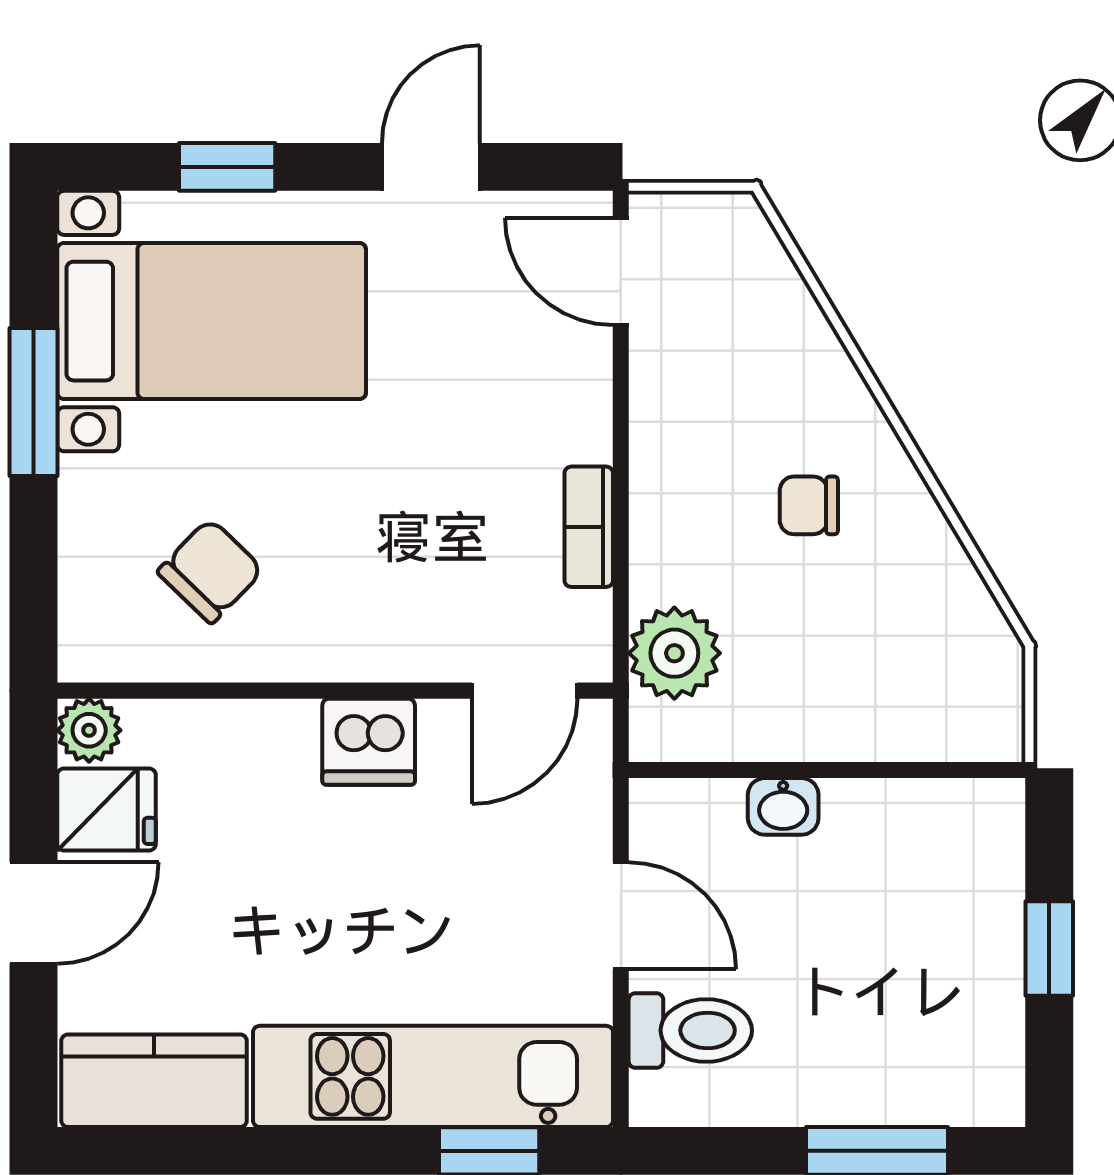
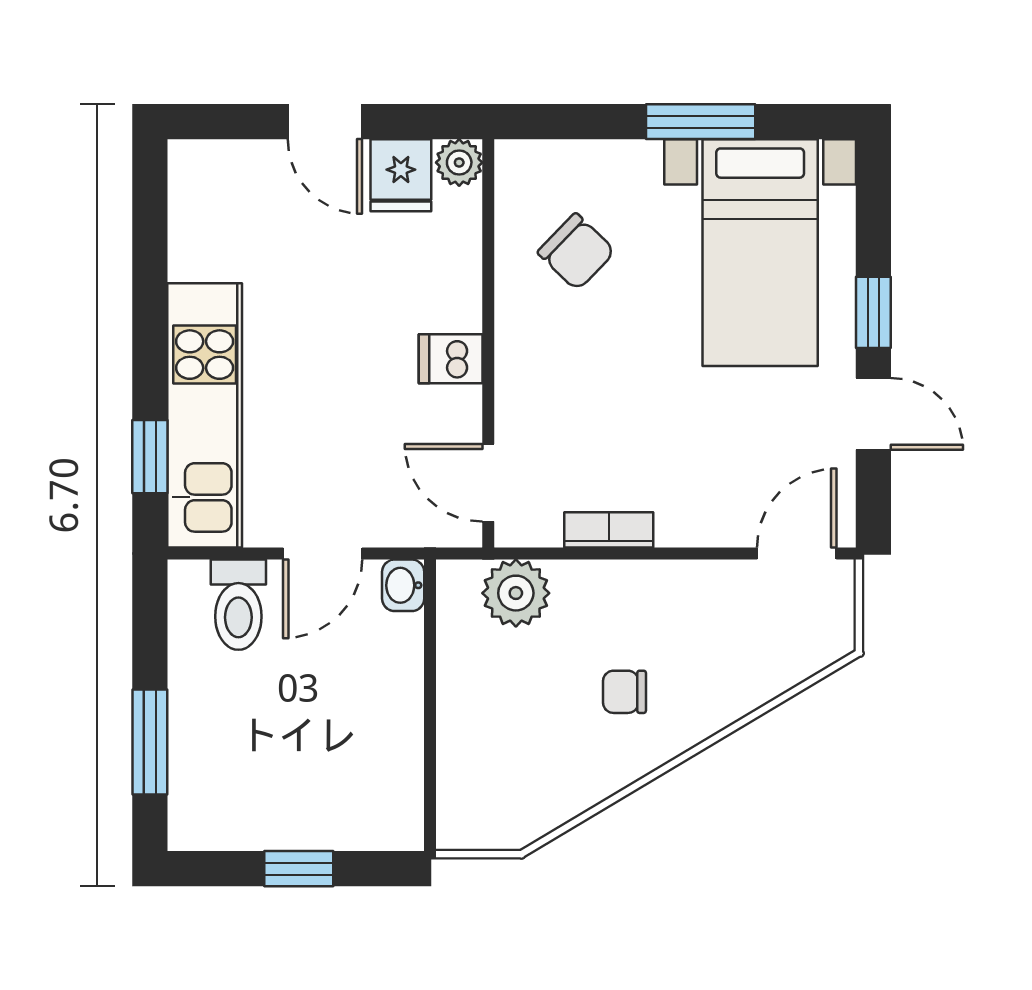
window: (227, 167) -> (873, 312), moved
chair: (809, 505) -> (625, 692), turned -90
dishwasher: (369, 742) -> (451, 359), width x0.73
washbasin: (783, 806) -> (403, 585), moved
kitchen counter: (154, 1081) -> (201, 210), removed

